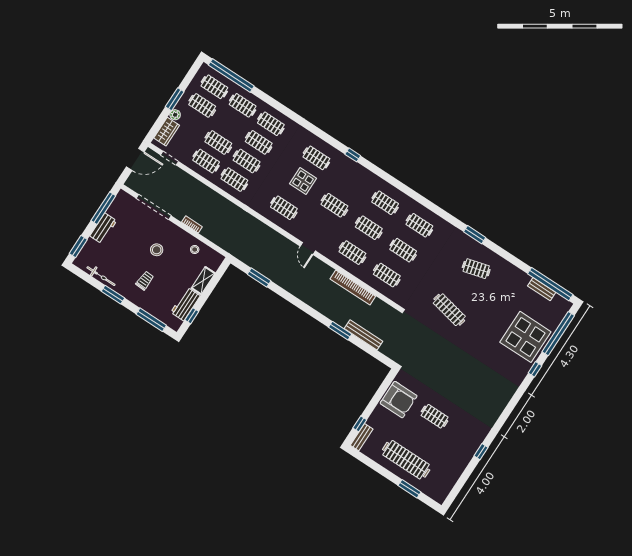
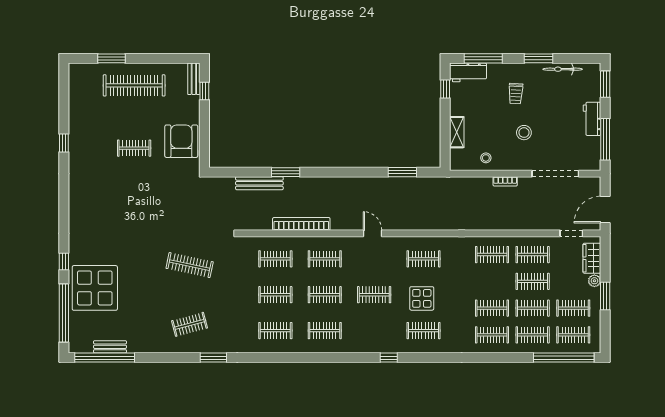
clothes rail: (247, 161) -> (533, 308), moved
workbench: (185, 304) -> (468, 72), moved, turned 90
armchair: (399, 400) -> (181, 141), turned 90

